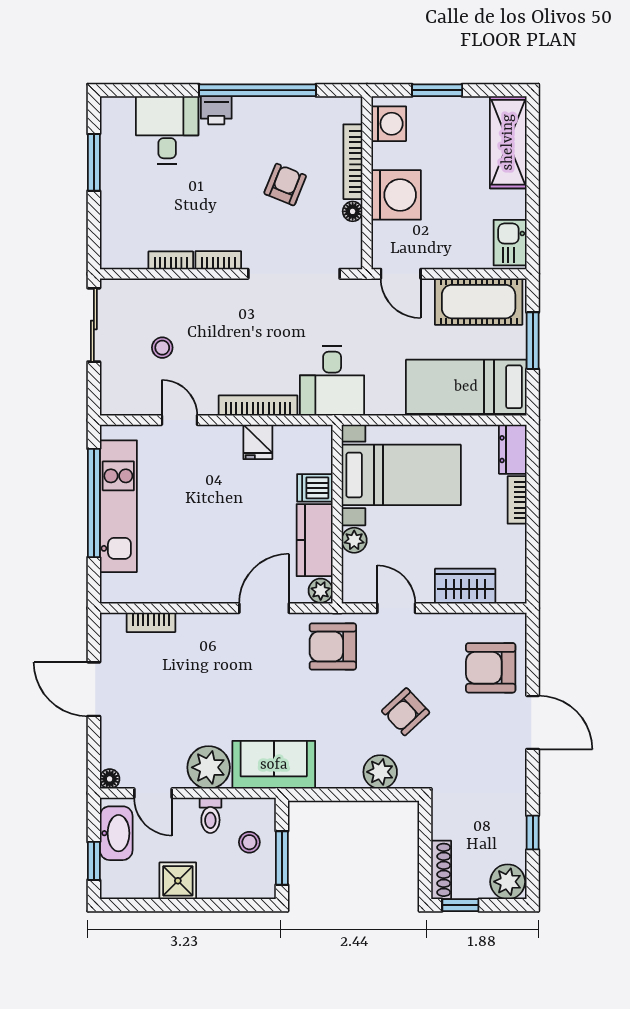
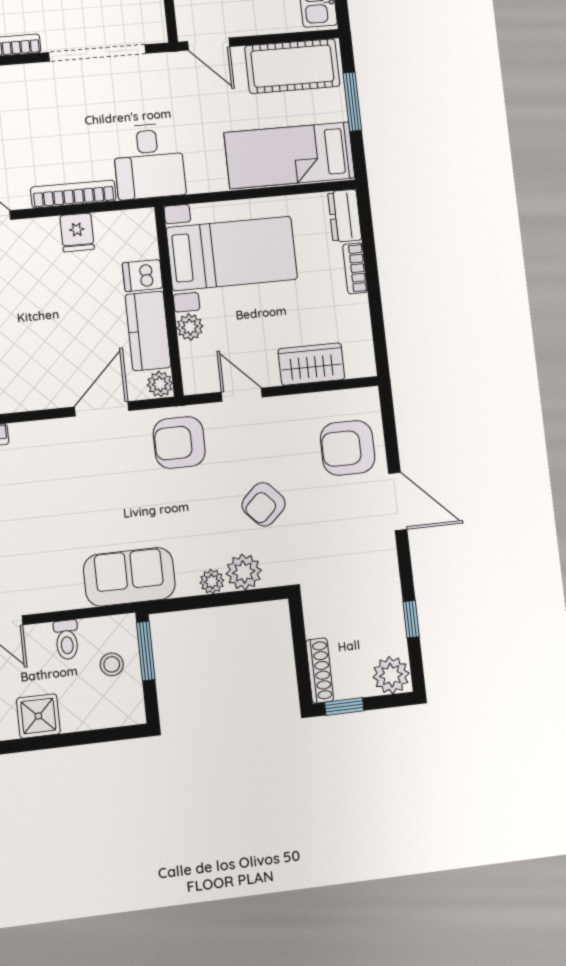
plant: (209, 767) -> (212, 582), moved, width x0.53, depth x0.53
window: (282, 858) -> (146, 651), moved

